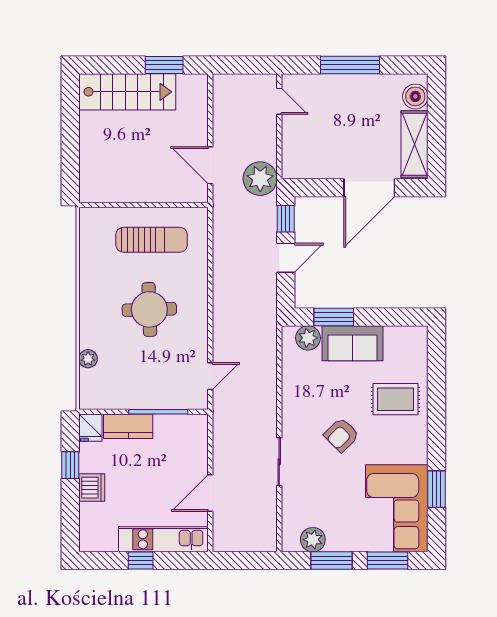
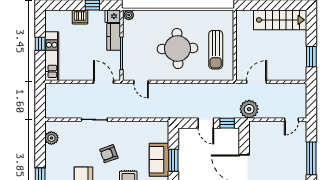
stairs: (127, 92) -> (280, 20), moved, turned -90
round table: (149, 309) -> (177, 49), width x1.36, depth x1.36
window: (334, 317) -> (173, 160), moved
plant: (308, 338) -> (162, 135), removed
plant: (88, 359) -> (129, 15), moved
armchair: (341, 435) -> (109, 154), turned -65
door: (210, 493) -> (104, 82), moved
window: (332, 561) -> (40, 148), removed

